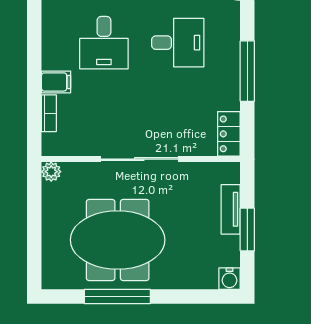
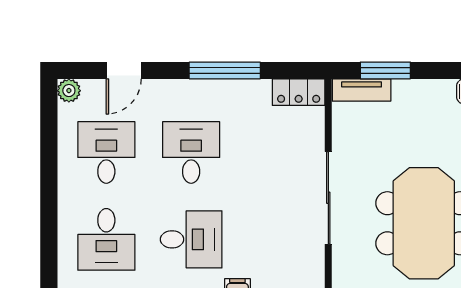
tv unit: (231, 209) -> (362, 90), moved
window: (247, 229) -> (385, 70), moved

